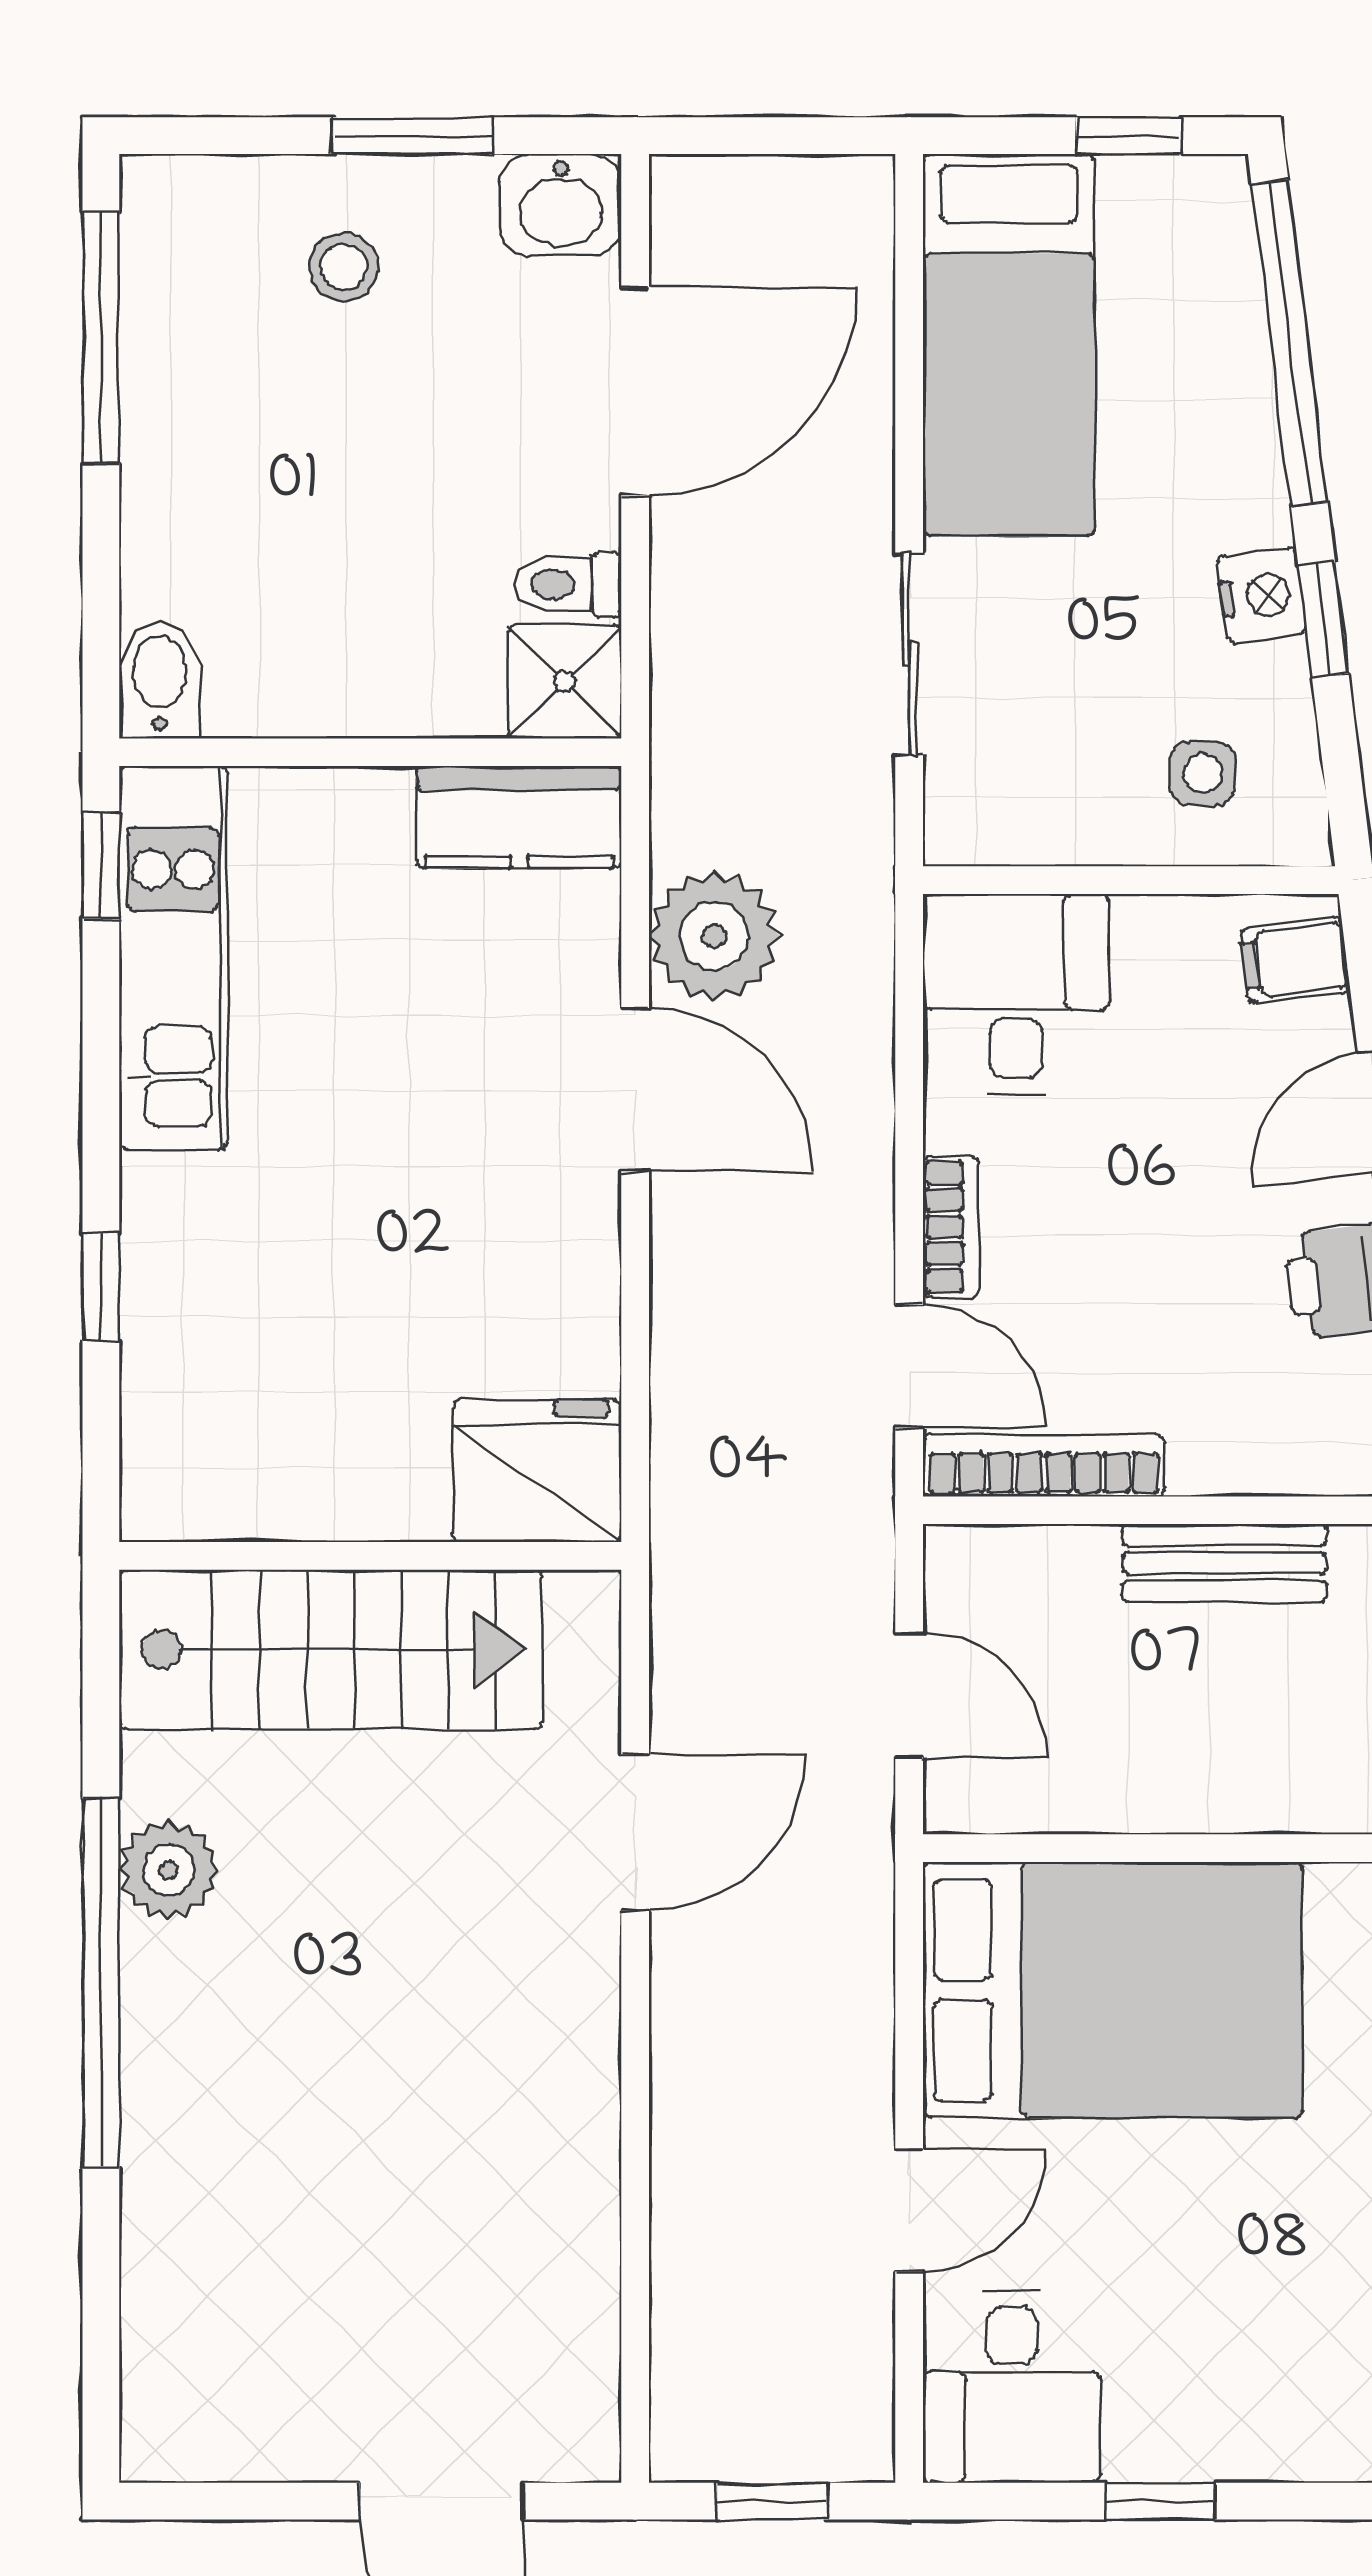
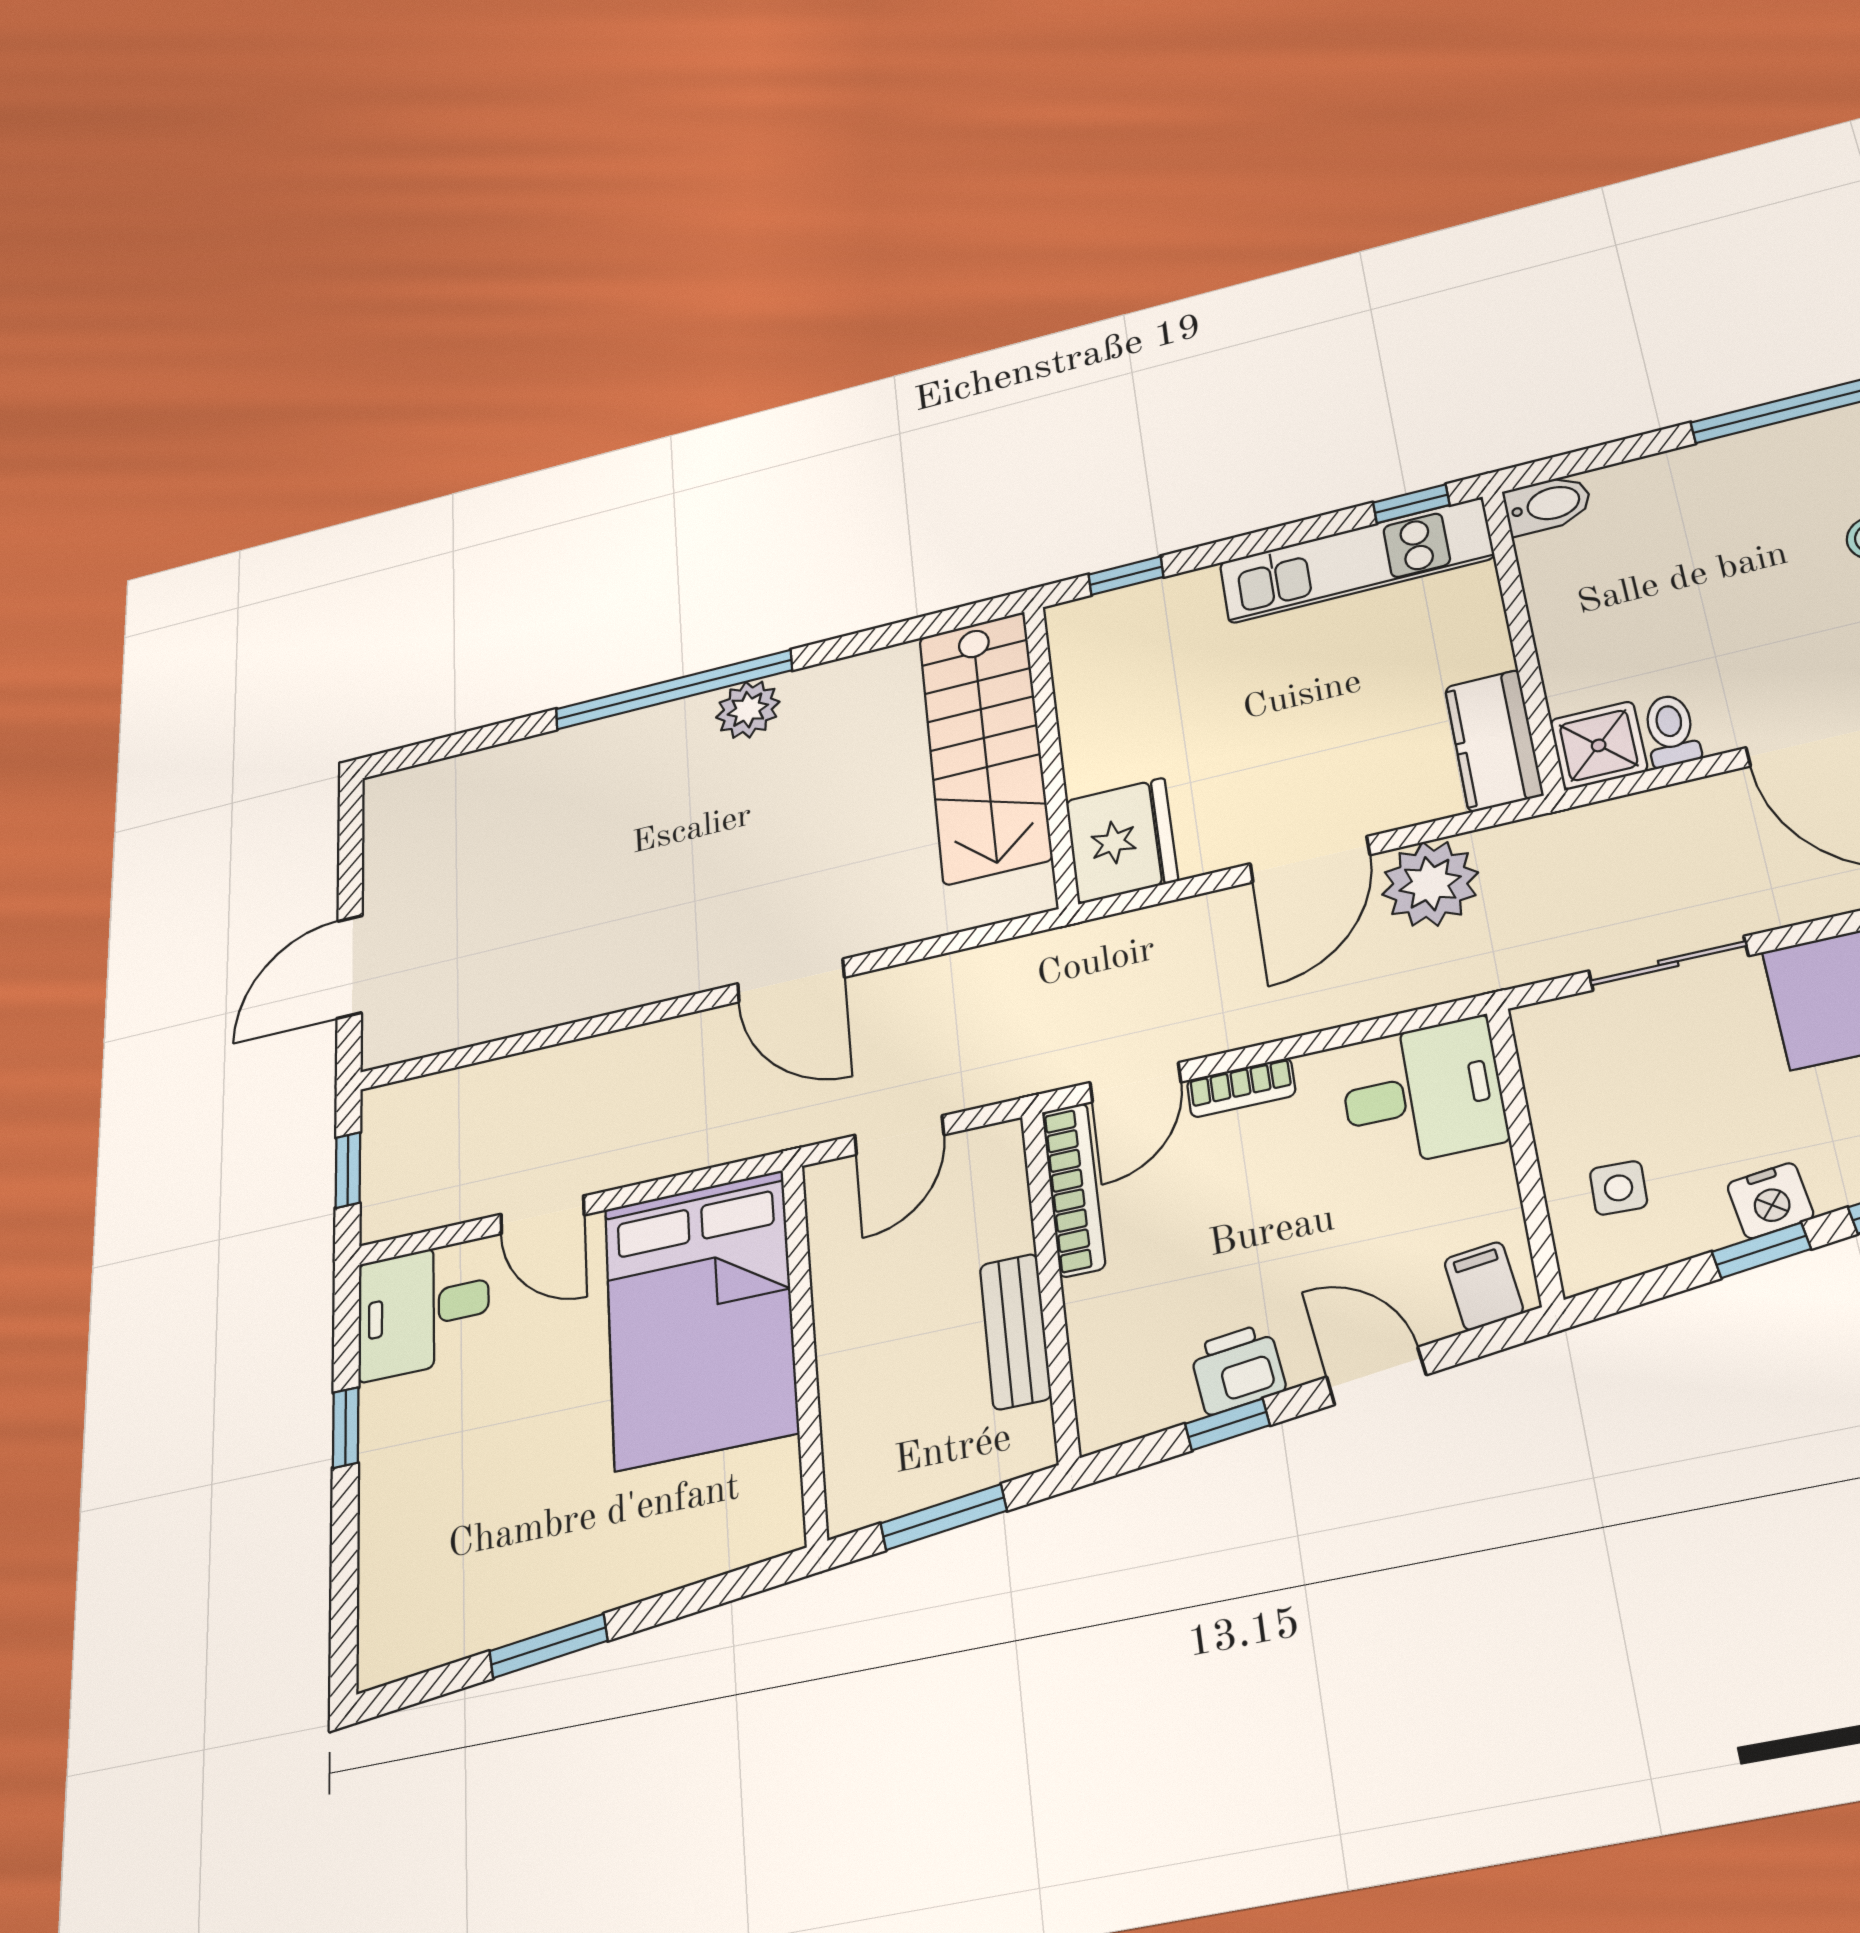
fridge: (537, 1471) -> (1122, 841), moved
wall: (370, 1556) -> (1051, 754), moved
stairs: (331, 1649) -> (985, 746), moved

